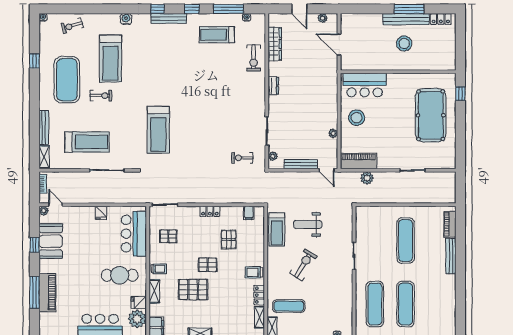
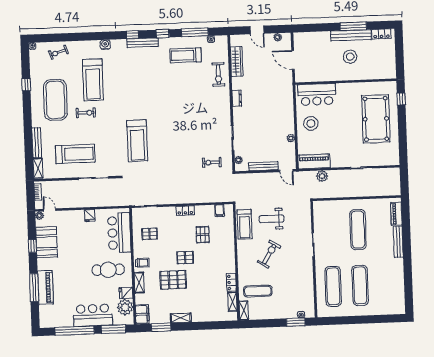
trolley: (254, 272) -> (226, 263), removed

